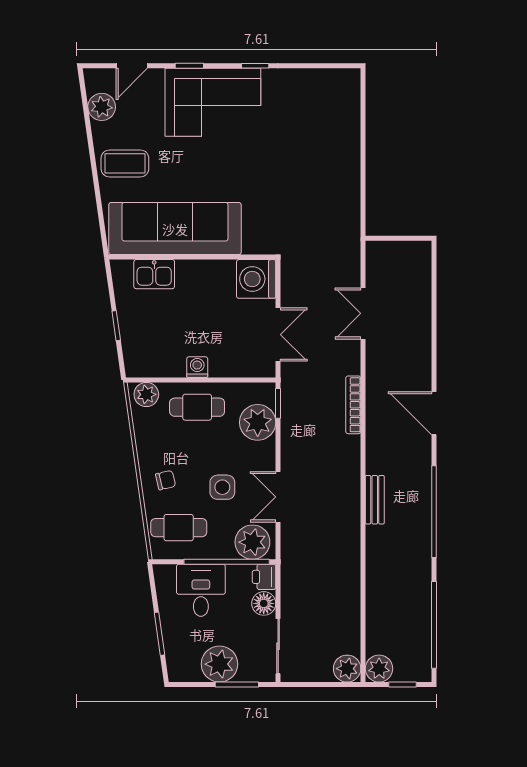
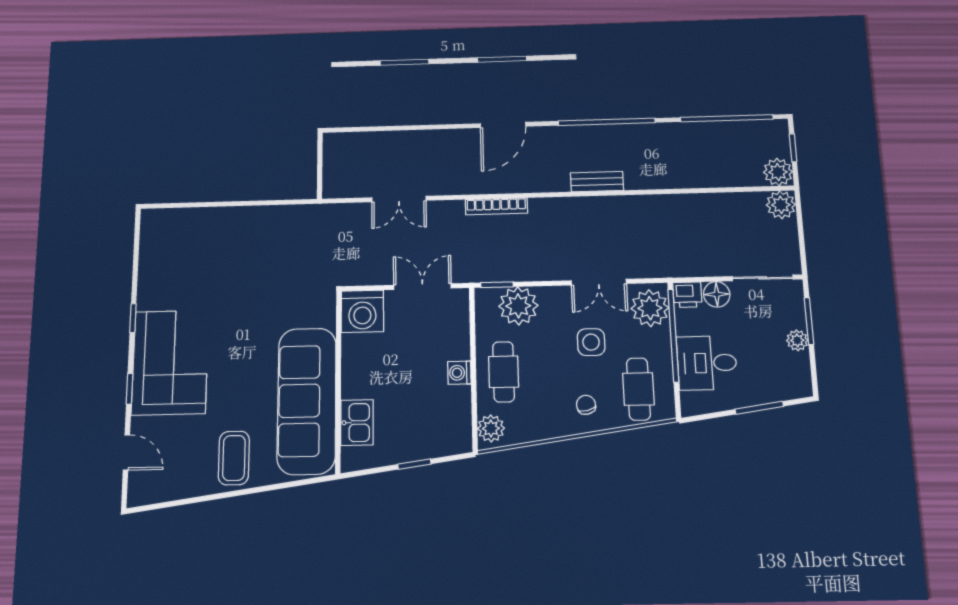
plant: (102, 107) -> (170, 486), removed
plant: (219, 664) -> (797, 340), width x0.53, depth x0.53

